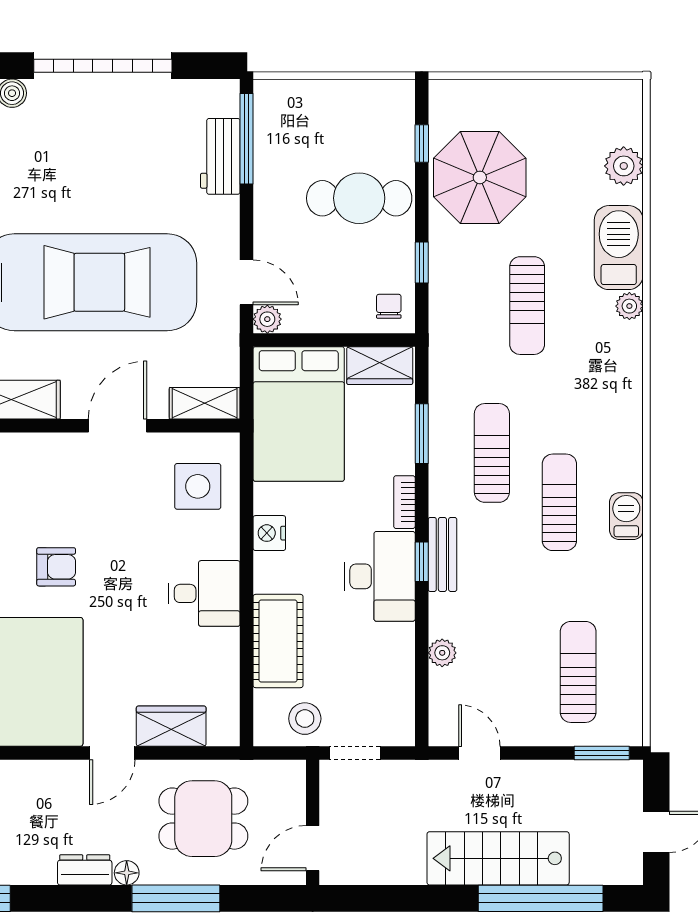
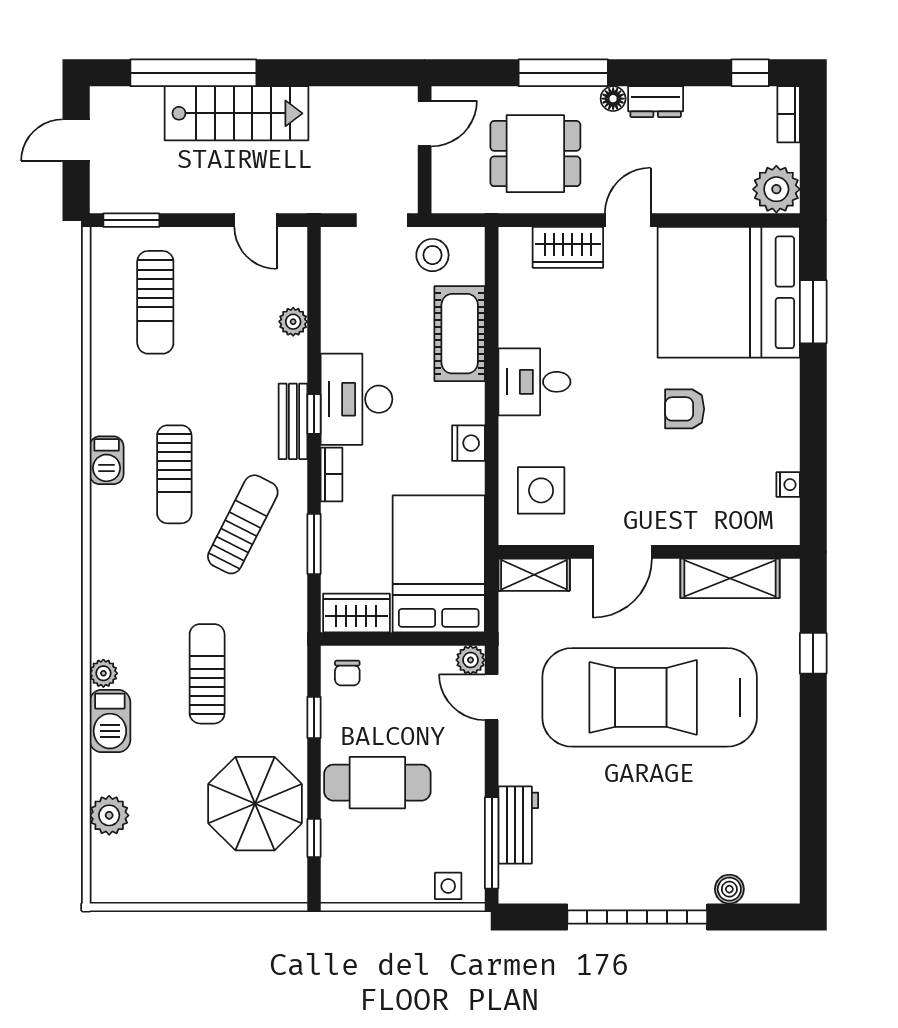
side table: (289, 96) -> (448, 886), added
barbecue: (619, 248) -> (110, 721), width x0.73, depth x0.83
sun lounger: (492, 453) -> (243, 524), turned -153

